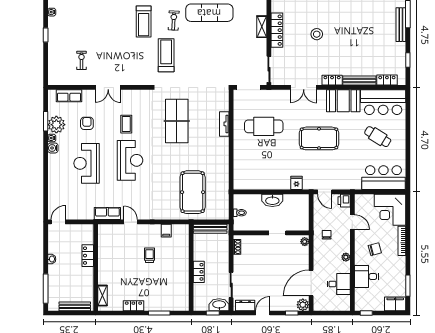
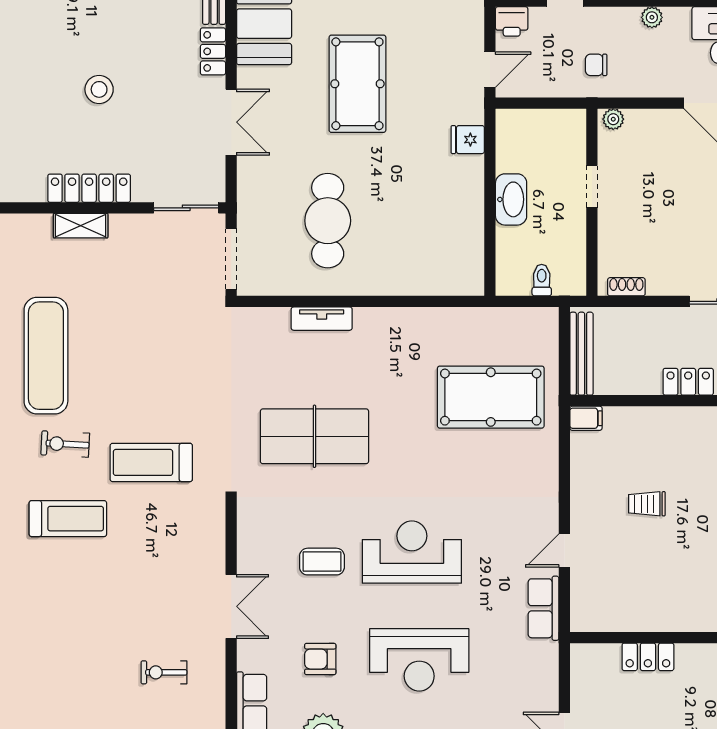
filing cabinet: (166, 231) -> (586, 418), moved

